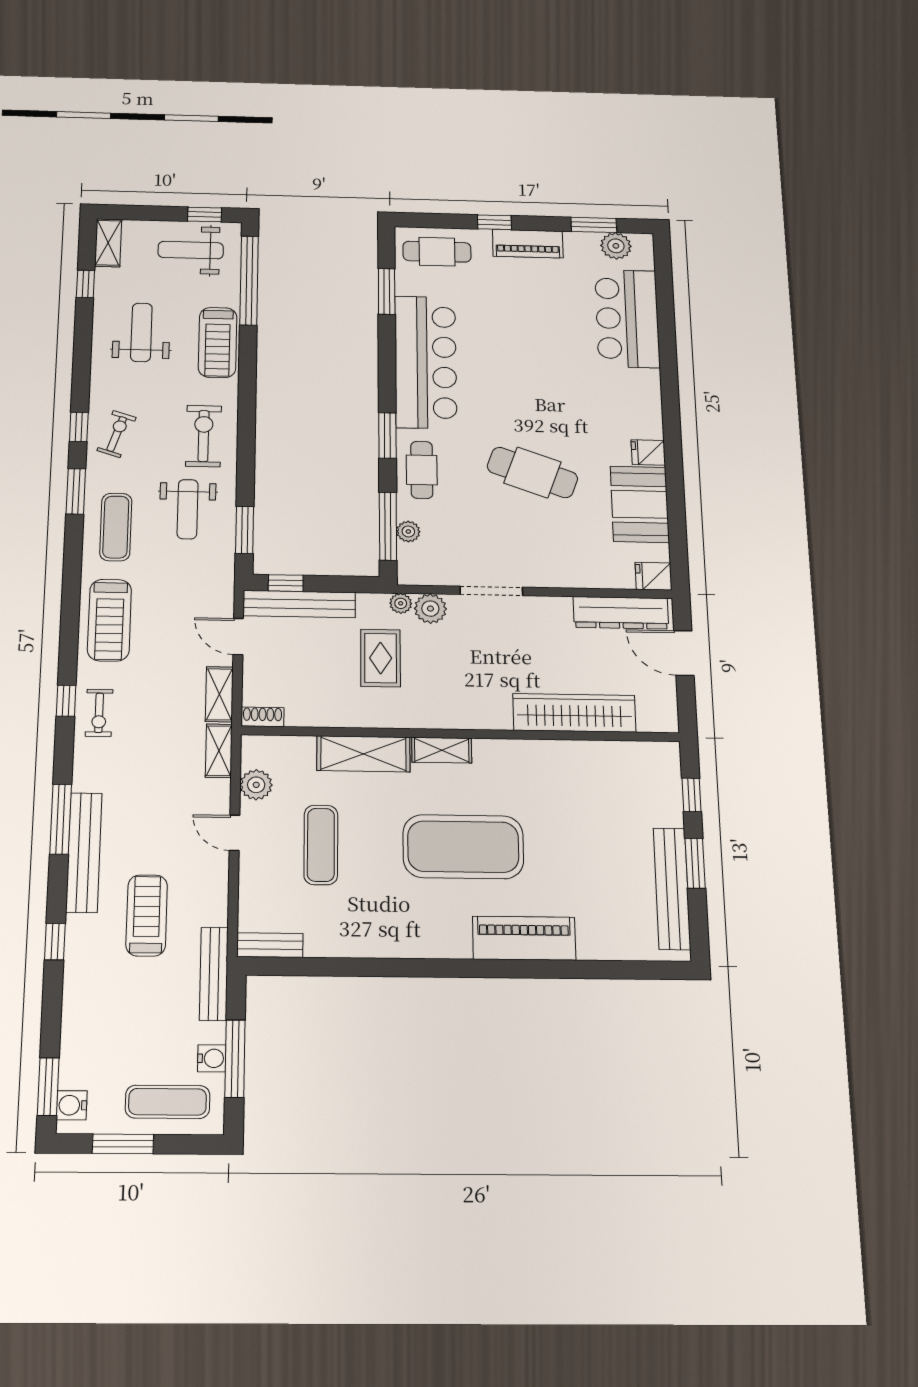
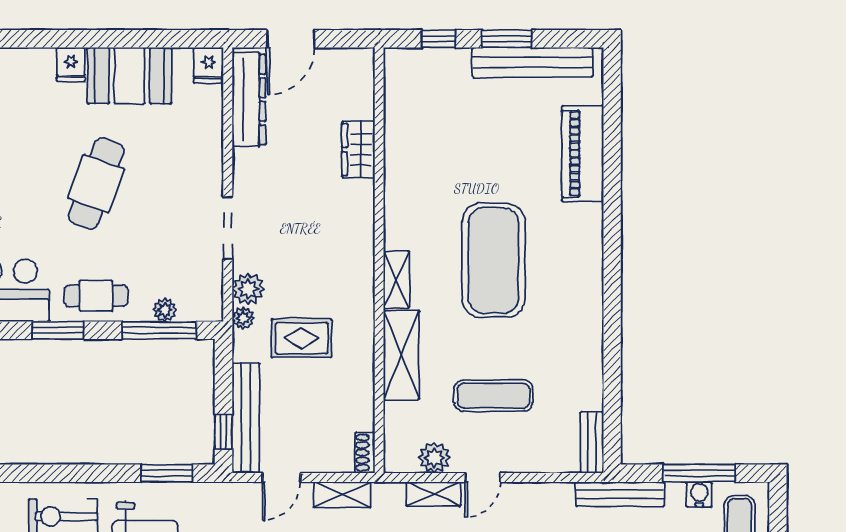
wardrobe: (574, 713) -> (358, 150), width x0.48, depth x0.85
shelving: (219, 751) -> (434, 494), moved
piano: (524, 938) -> (583, 154), moved

